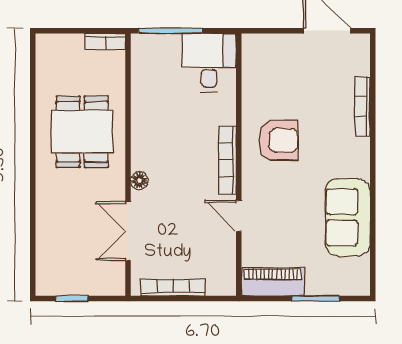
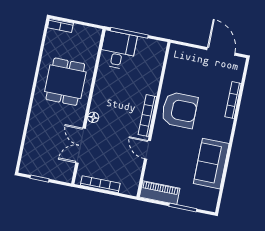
bookcase: (105, 41) -> (60, 25), moved
desk: (209, 63) -> (118, 50), moved
armchair: (278, 140) -> (179, 110), width x1.36, depth x1.36

